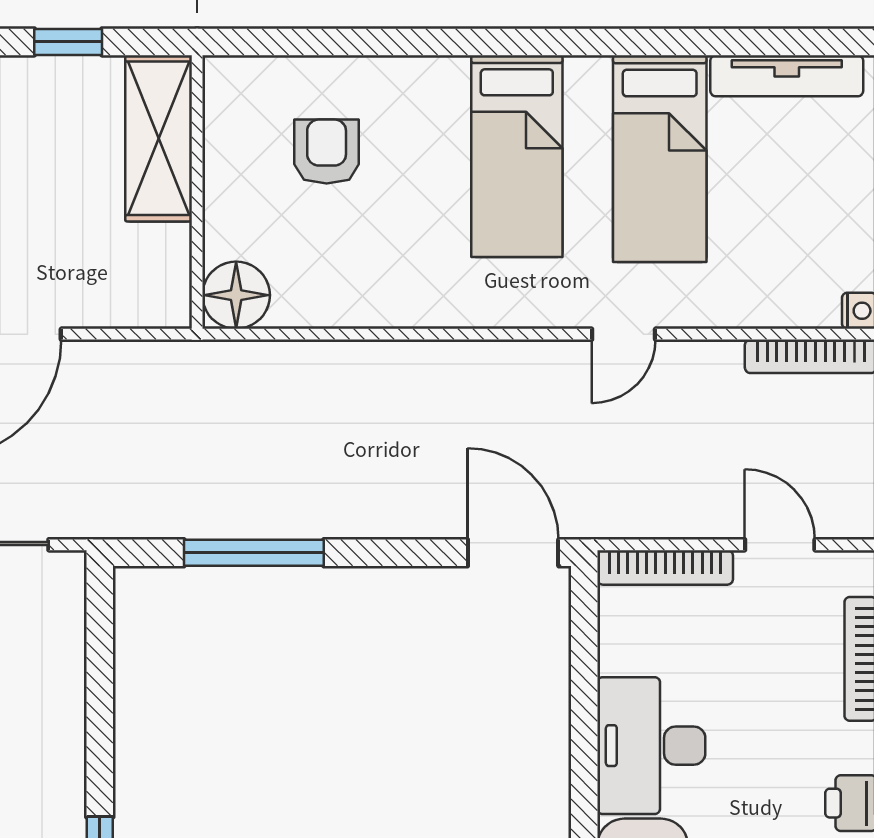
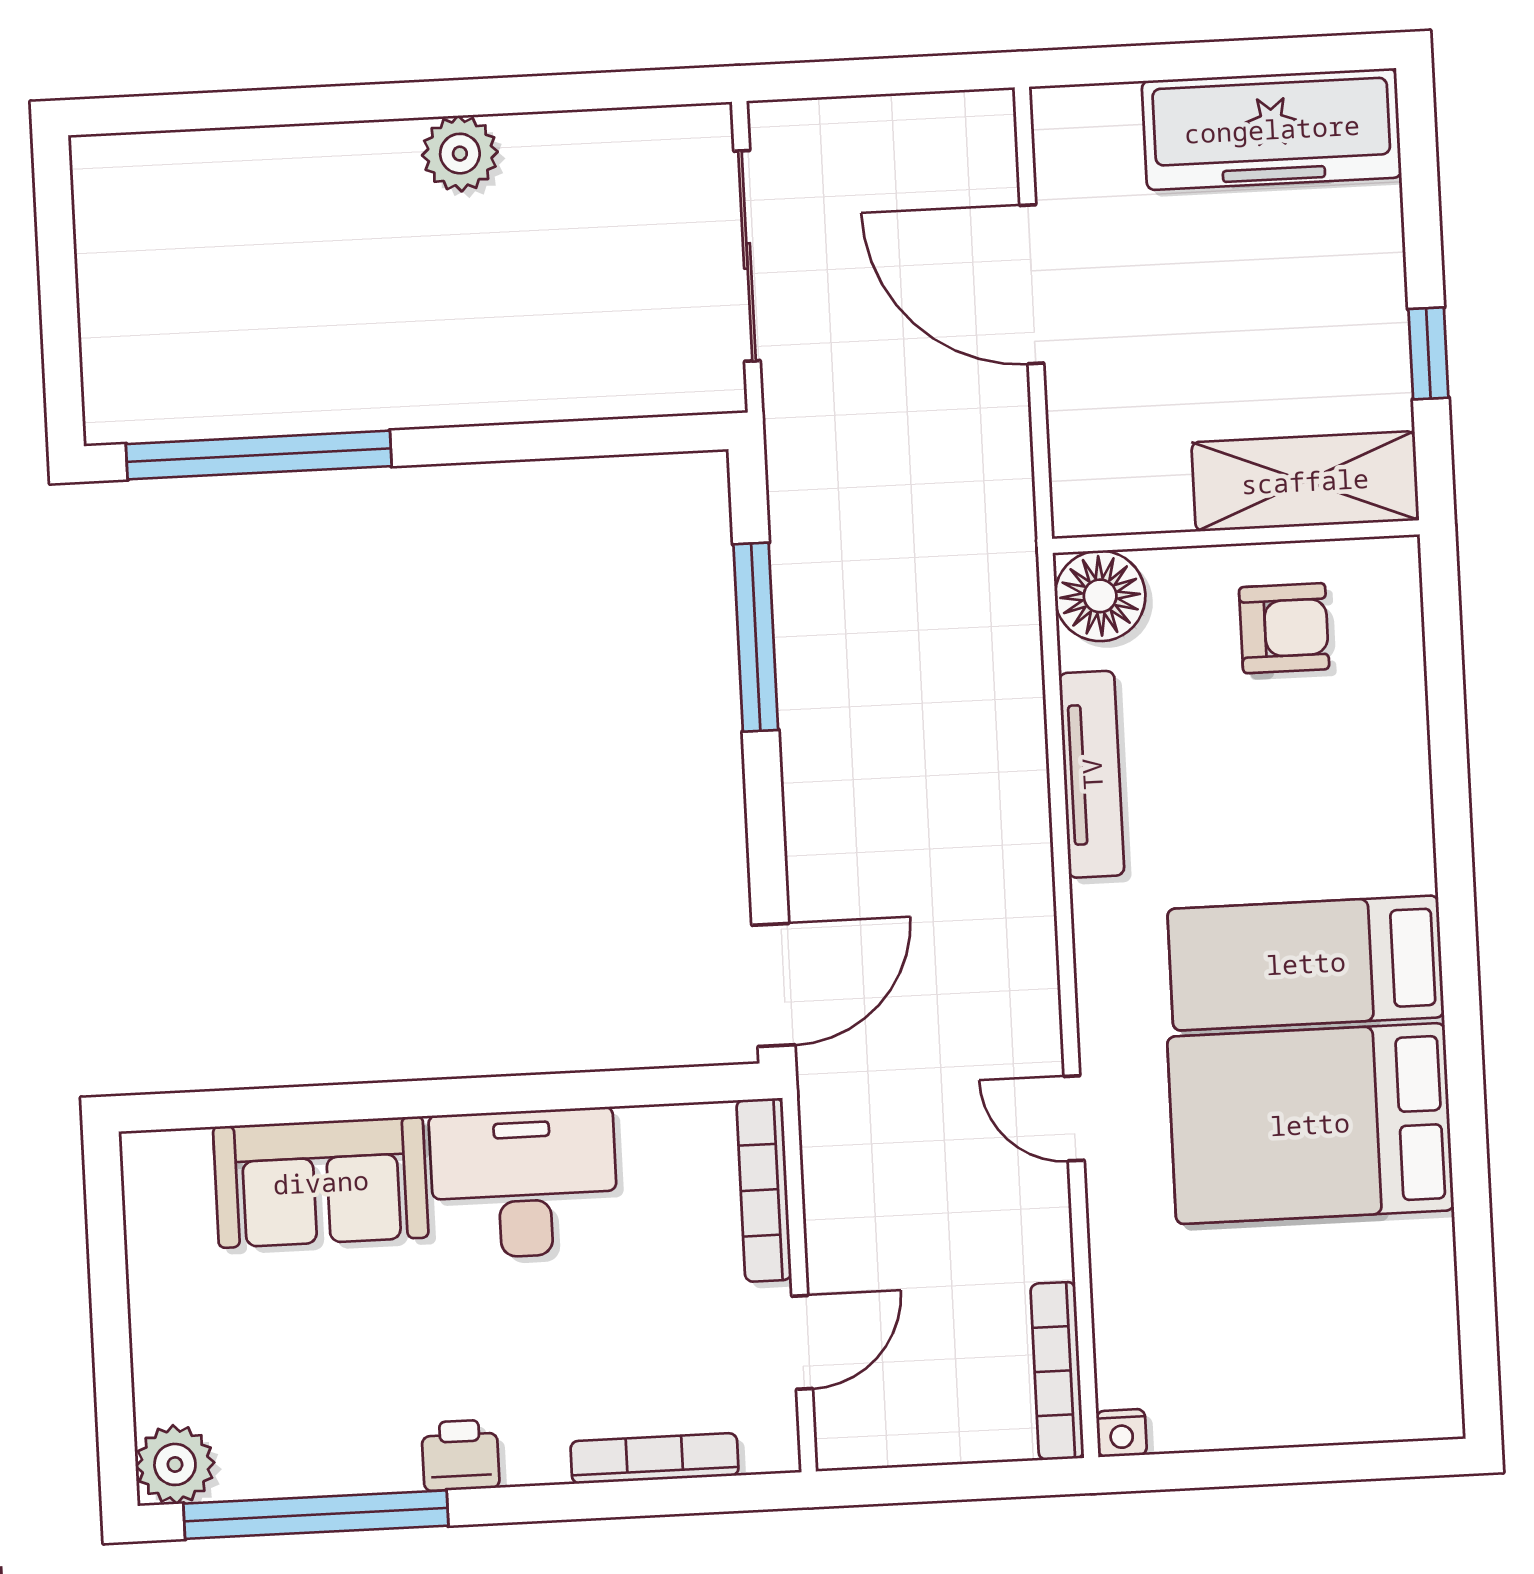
tv unit: (787, 76) -> (1092, 774), moved, turned 180
armchair: (327, 152) -> (1284, 628), moved
bed: (660, 159) -> (1310, 1124), width x1.50

